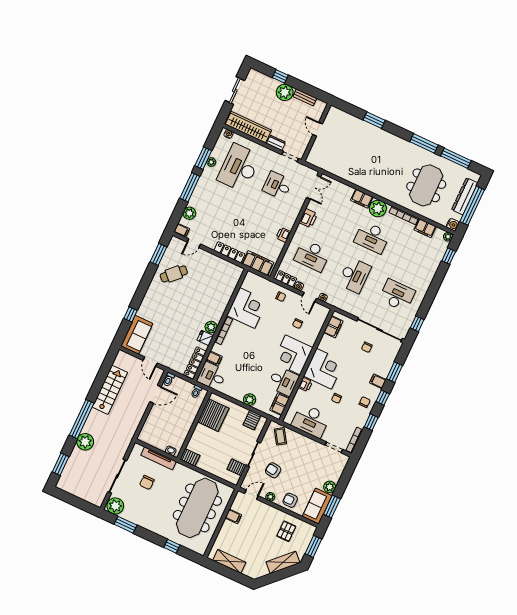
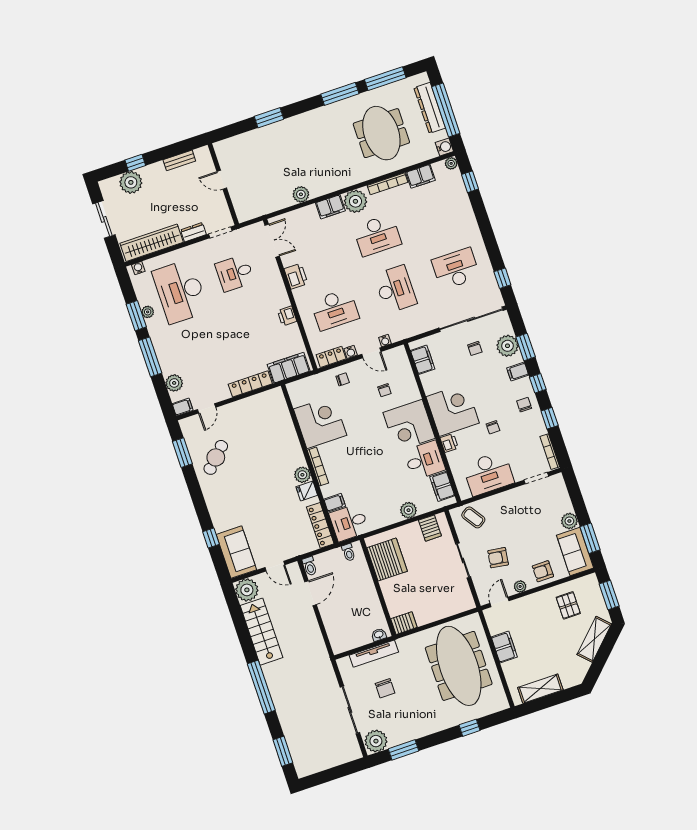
plant: (285, 92) -> (131, 182), moved
plant: (352, 177) -> (301, 194), added
plant: (386, 362) -> (507, 346), added
plant: (85, 442) -> (247, 590), moved
server rack: (237, 467) -> (459, 589), removed
filing cabinet: (233, 516) -> (504, 647), width x2.00

